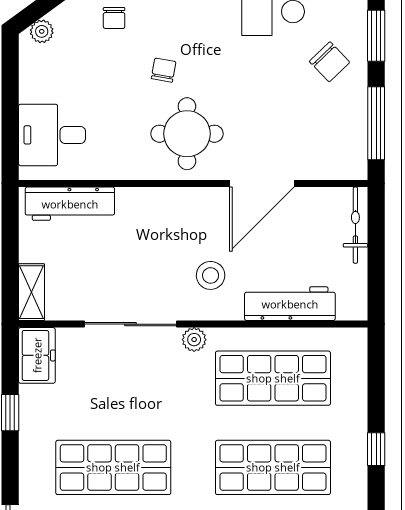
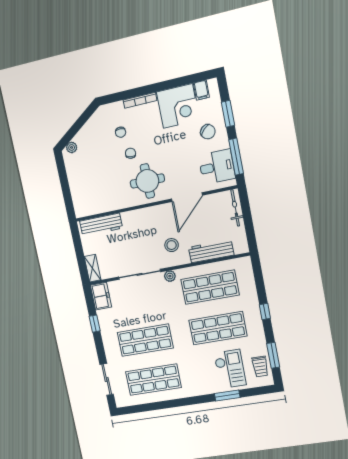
chair: (114, 18) -> (121, 132), moved
desk: (52, 135) -> (217, 167), moved, turned 180

